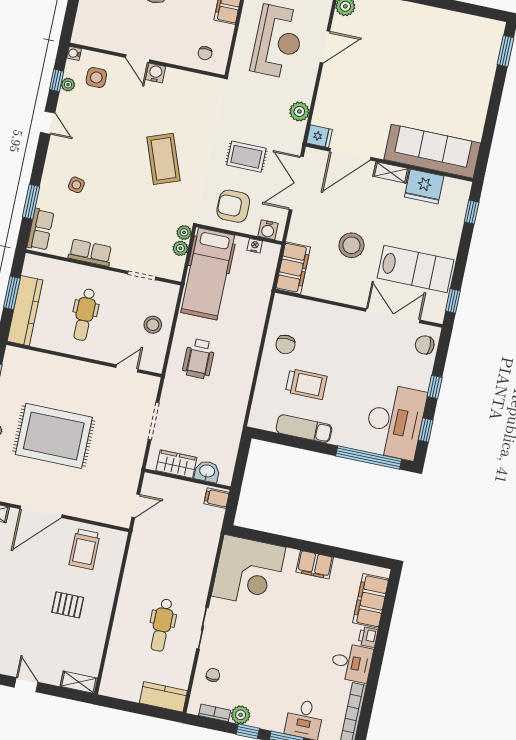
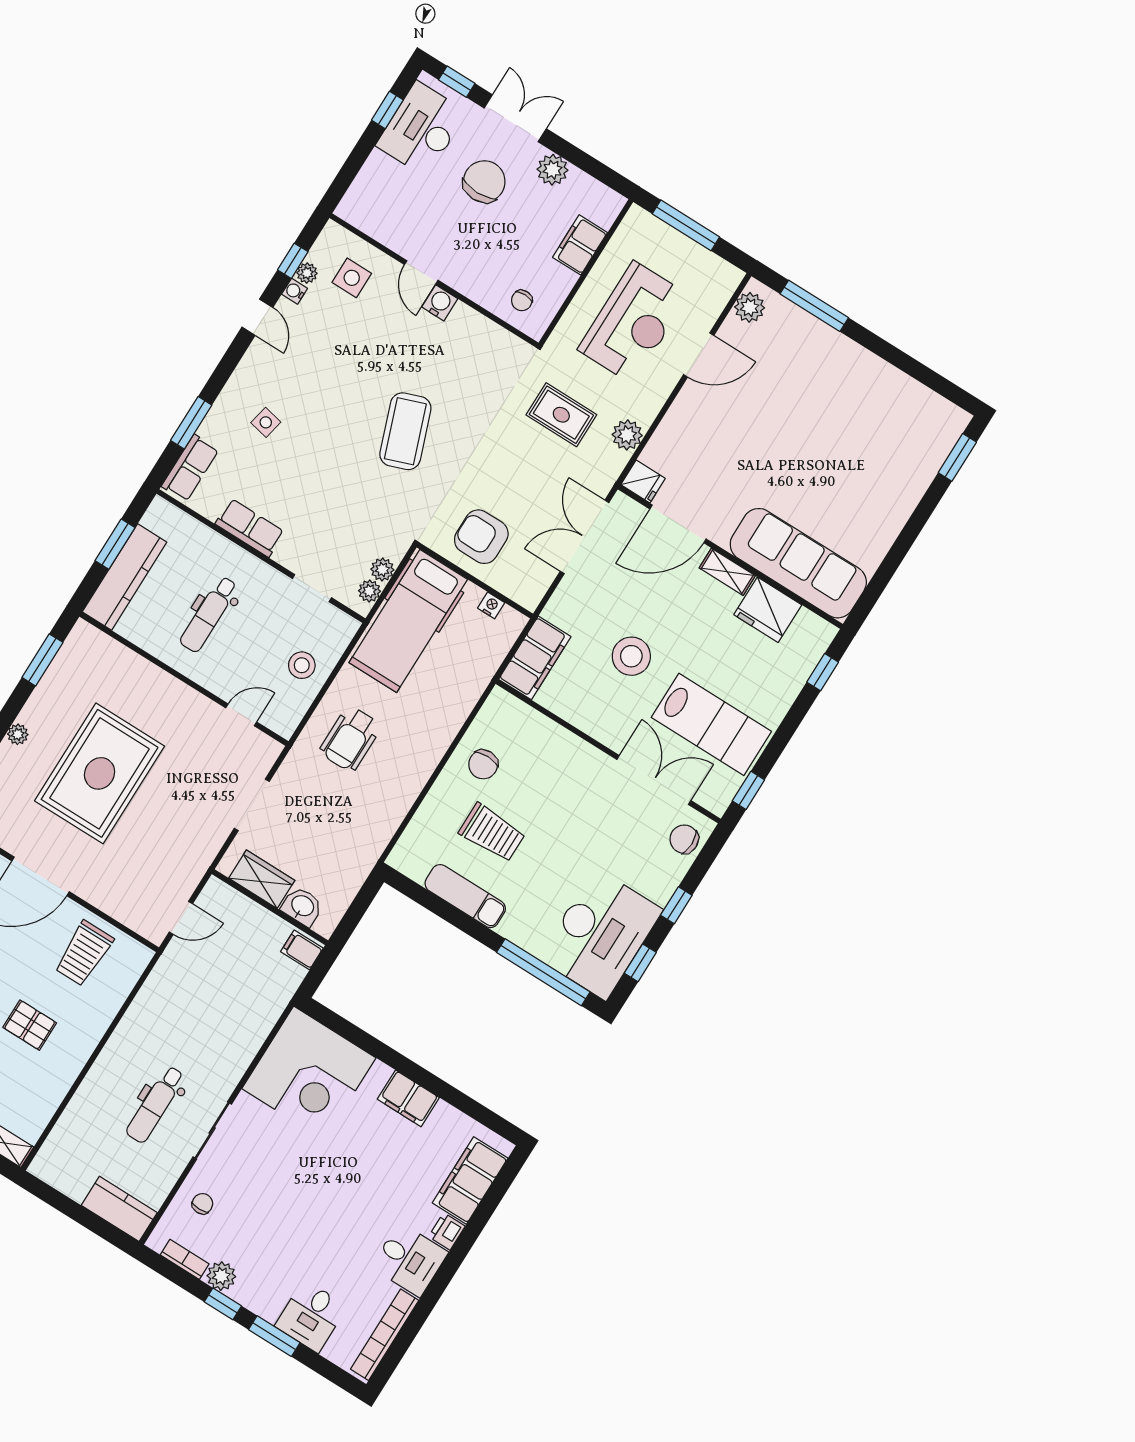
water cooler: (74, 53) -> (295, 291), moved
rug: (246, 157) -> (561, 415), moved
water cooler: (268, 230) -> (519, 589), removed
plant: (184, 232) -> (369, 591), moved
rug: (54, 436) -> (100, 773), turned 90

